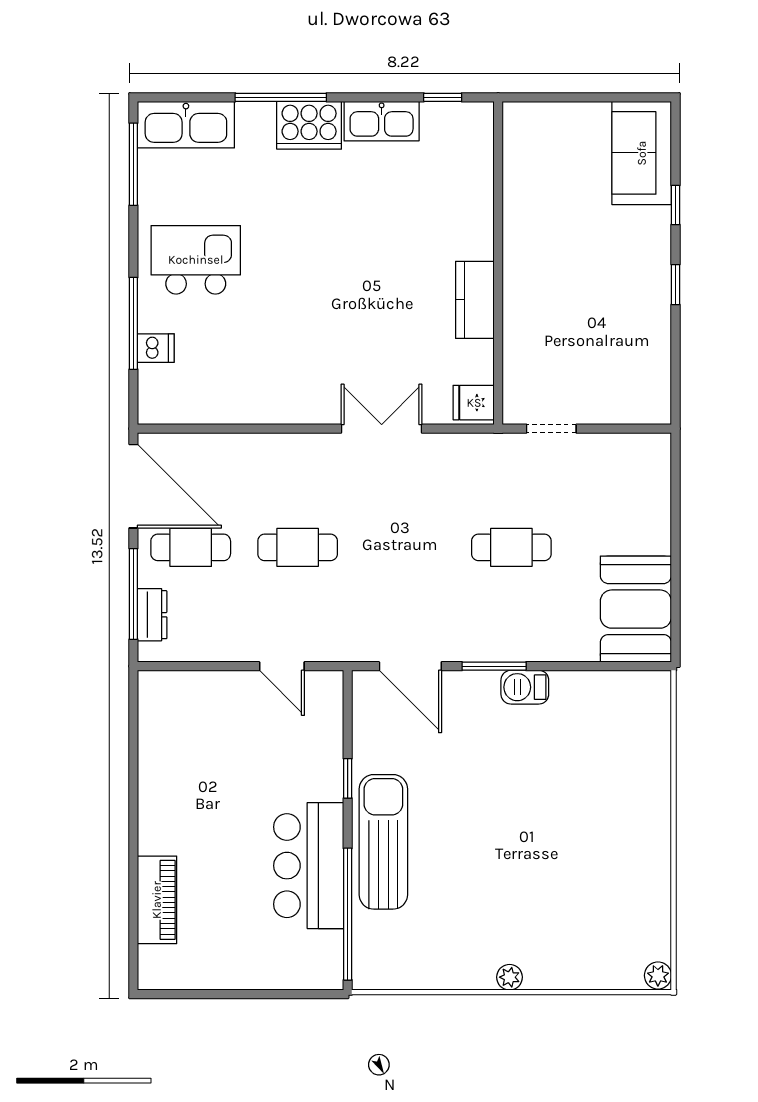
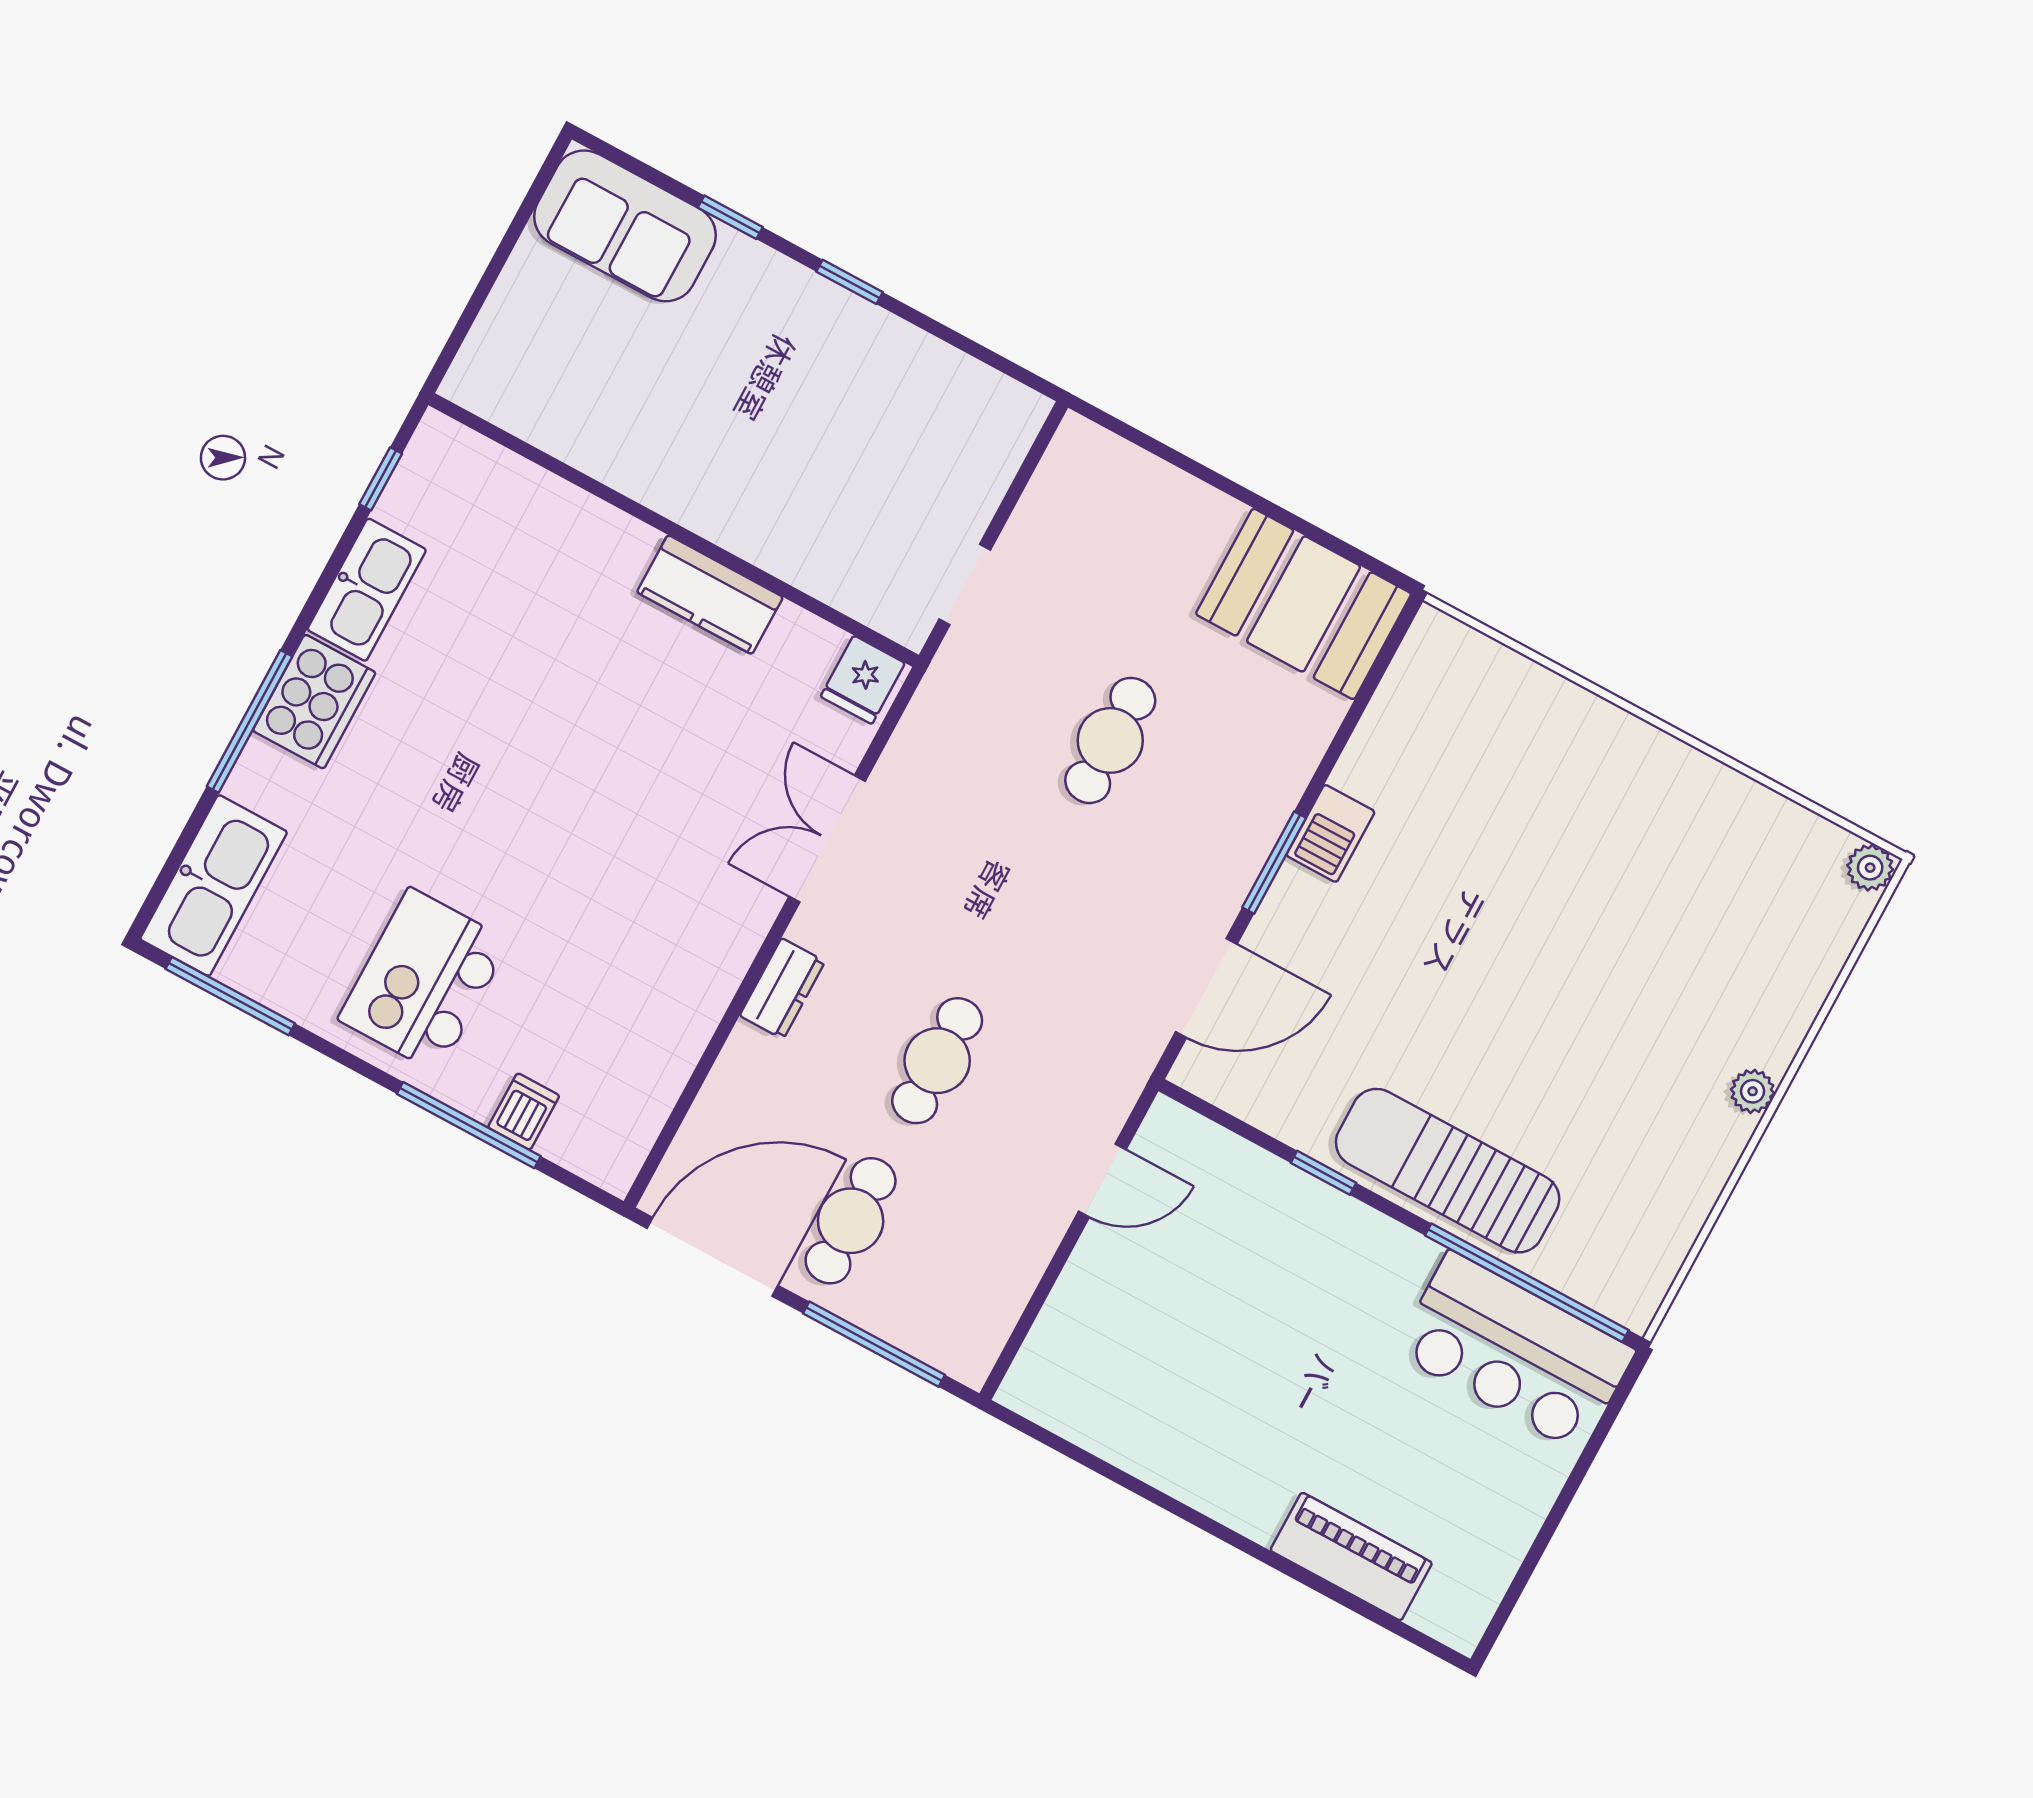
dresser: (152, 615) -> (782, 989), moved, turned 90
bar counter: (309, 866) -> (1515, 1352), moved

